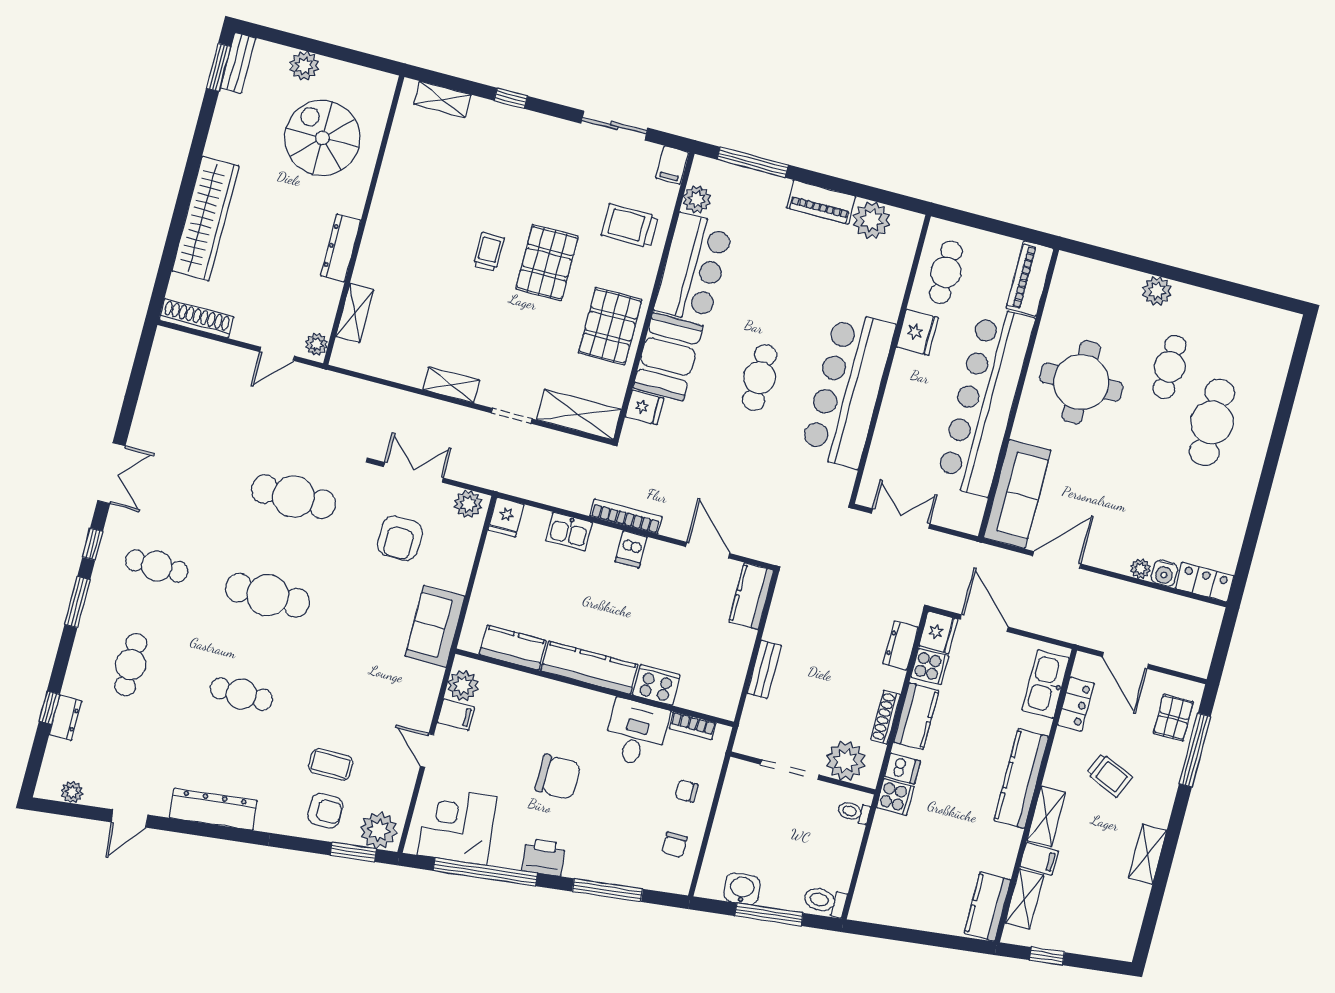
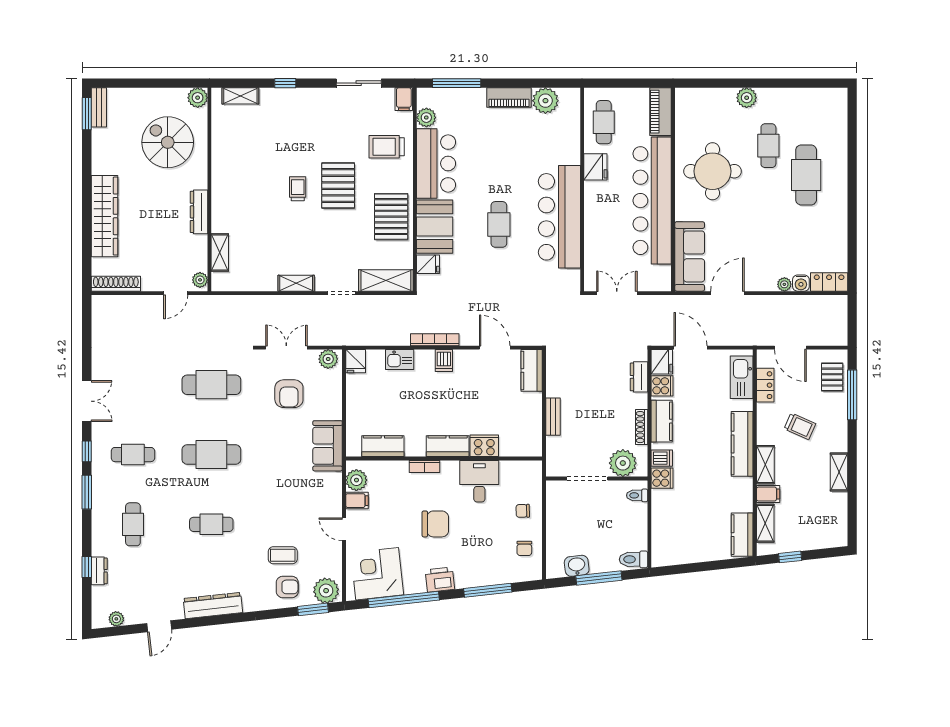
plant: (304, 66) -> (198, 98), moved
kitchen counter: (589, 668) -> (448, 446), width x0.67
bookcase: (693, 726) -> (424, 466), moved

